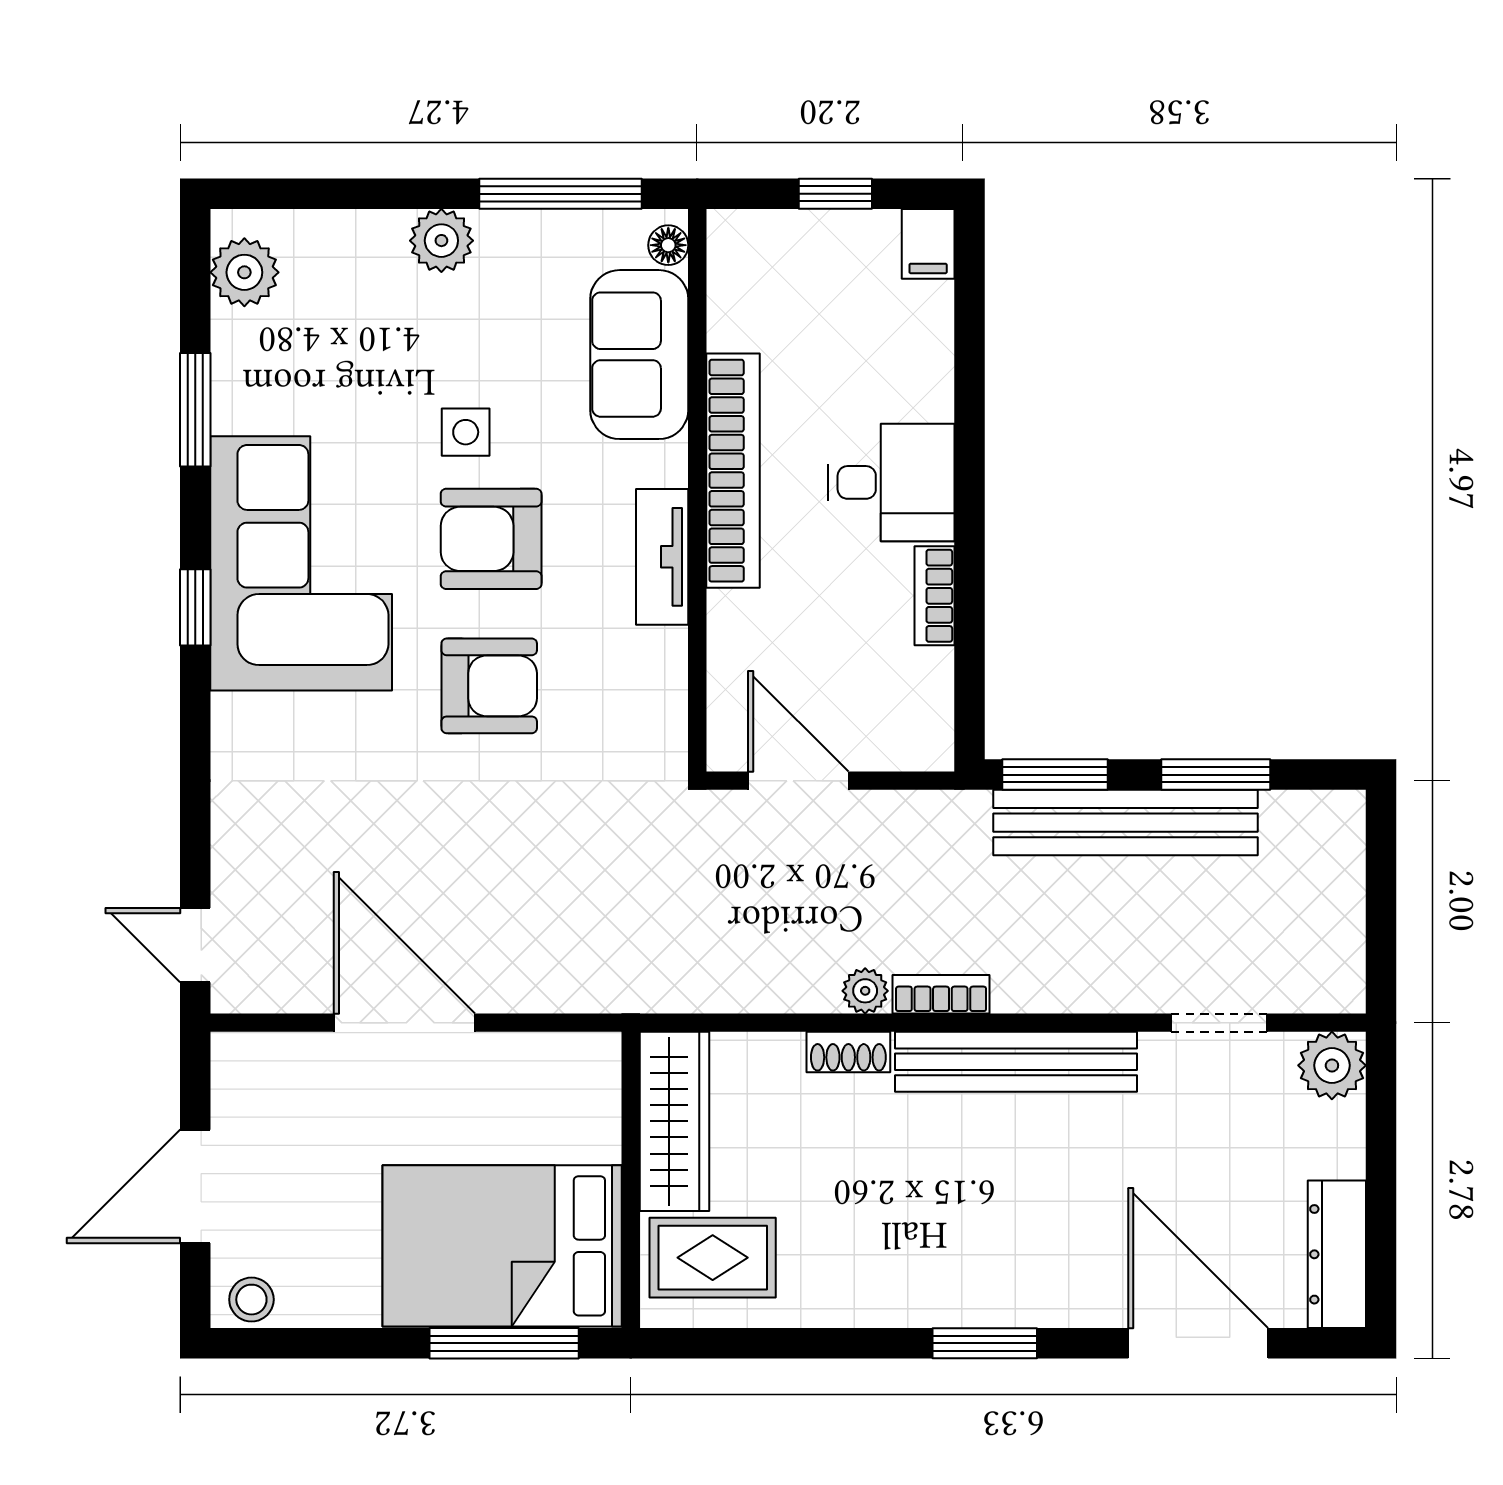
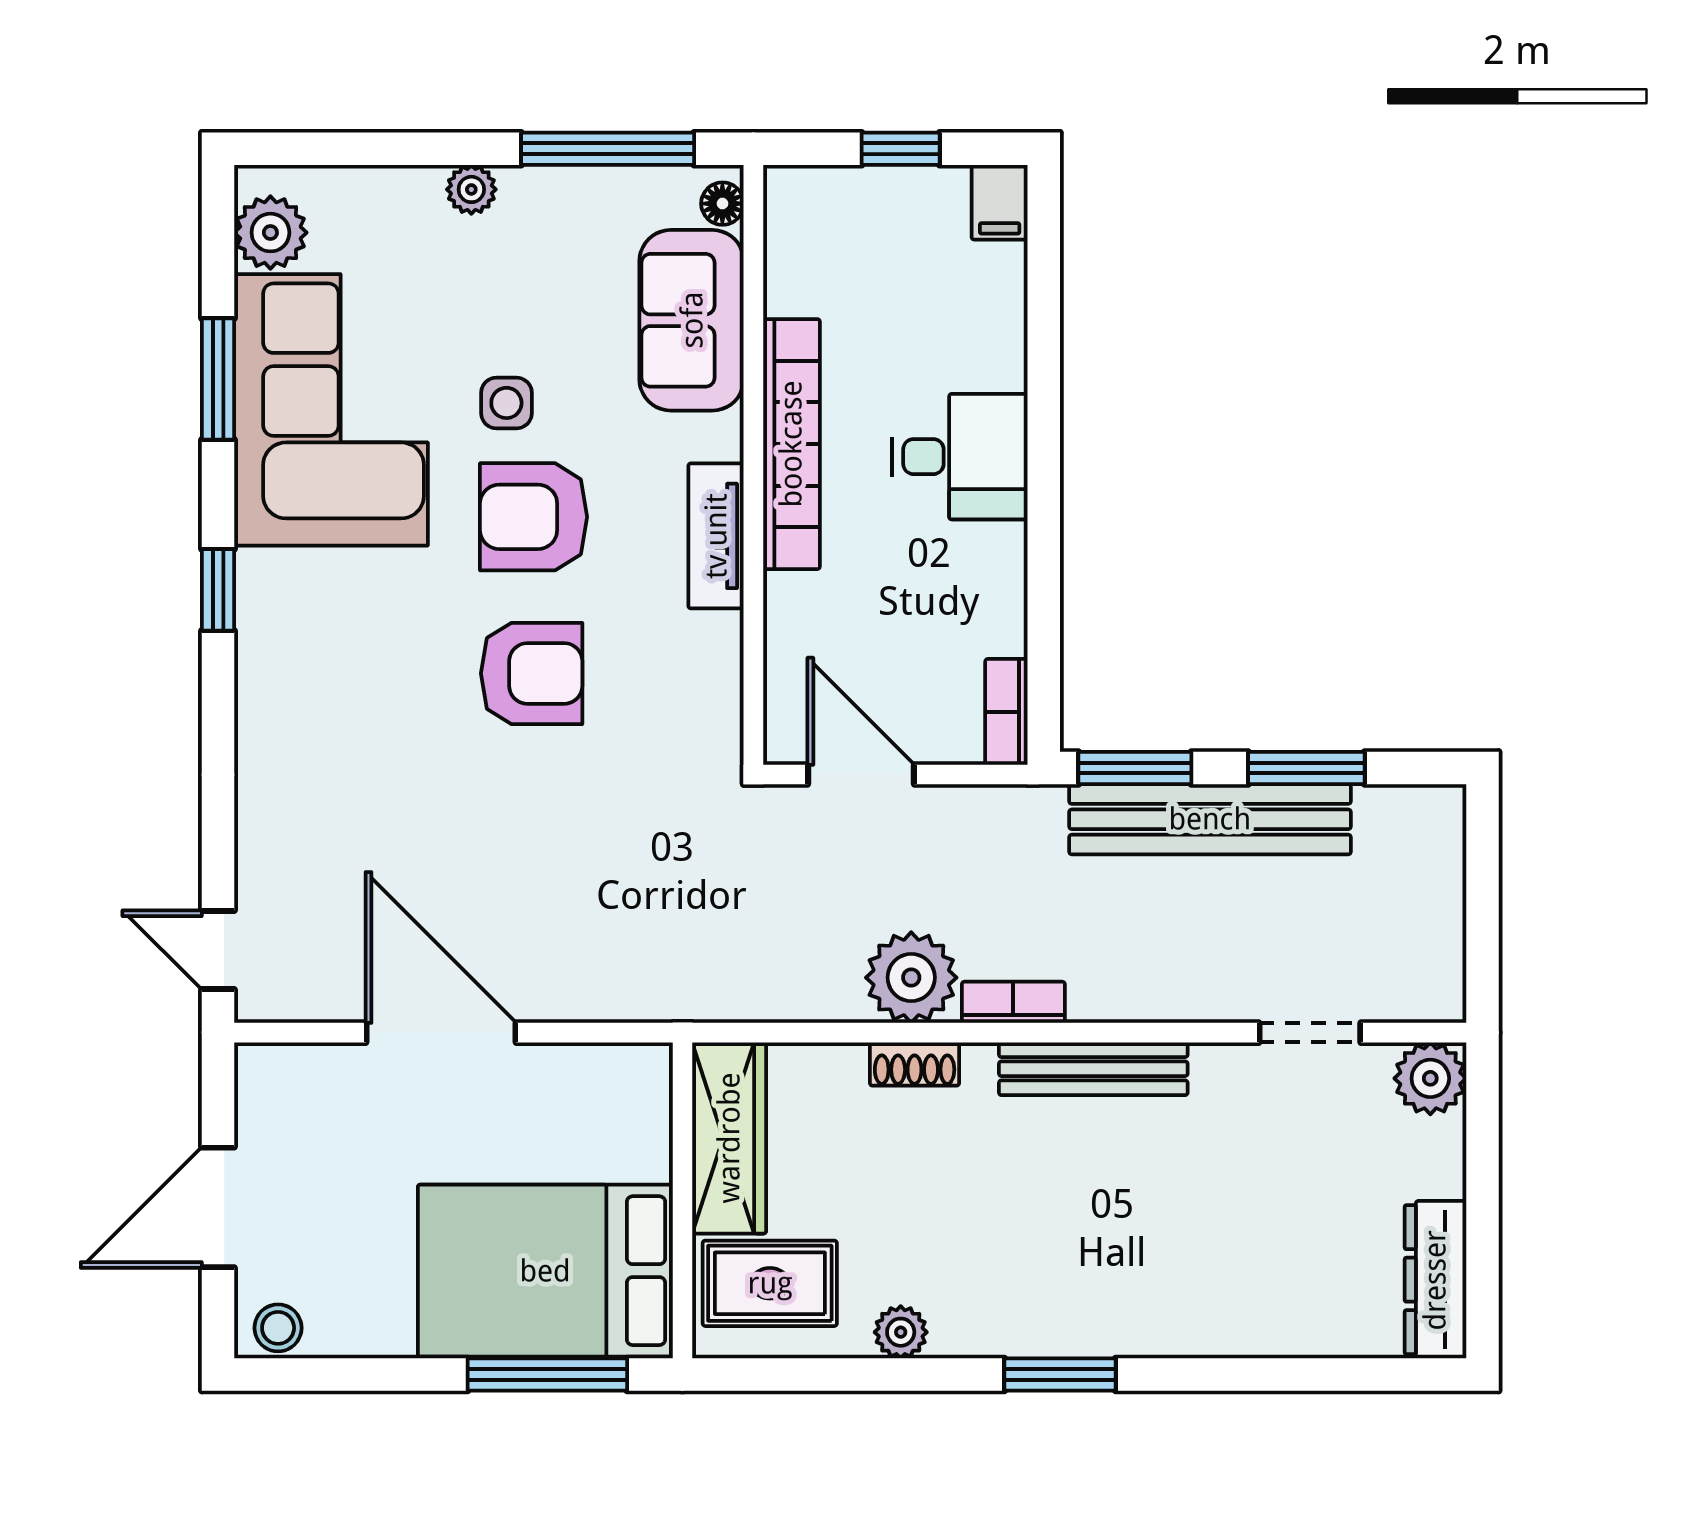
plant: (441, 241) -> (471, 189), width x0.73, depth x0.73
corner sofa: (301, 563) -> (331, 410), moved
bookcase: (935, 596) -> (1006, 712), moved
plant: (865, 991) -> (911, 978), width x1.88, depth x1.88
bench: (1016, 1062) -> (1093, 1069), width x0.73, depth x0.82
plant: (835, 1304) -> (901, 1332), added
door: (1198, 1343) -> (1287, 1375), removed

